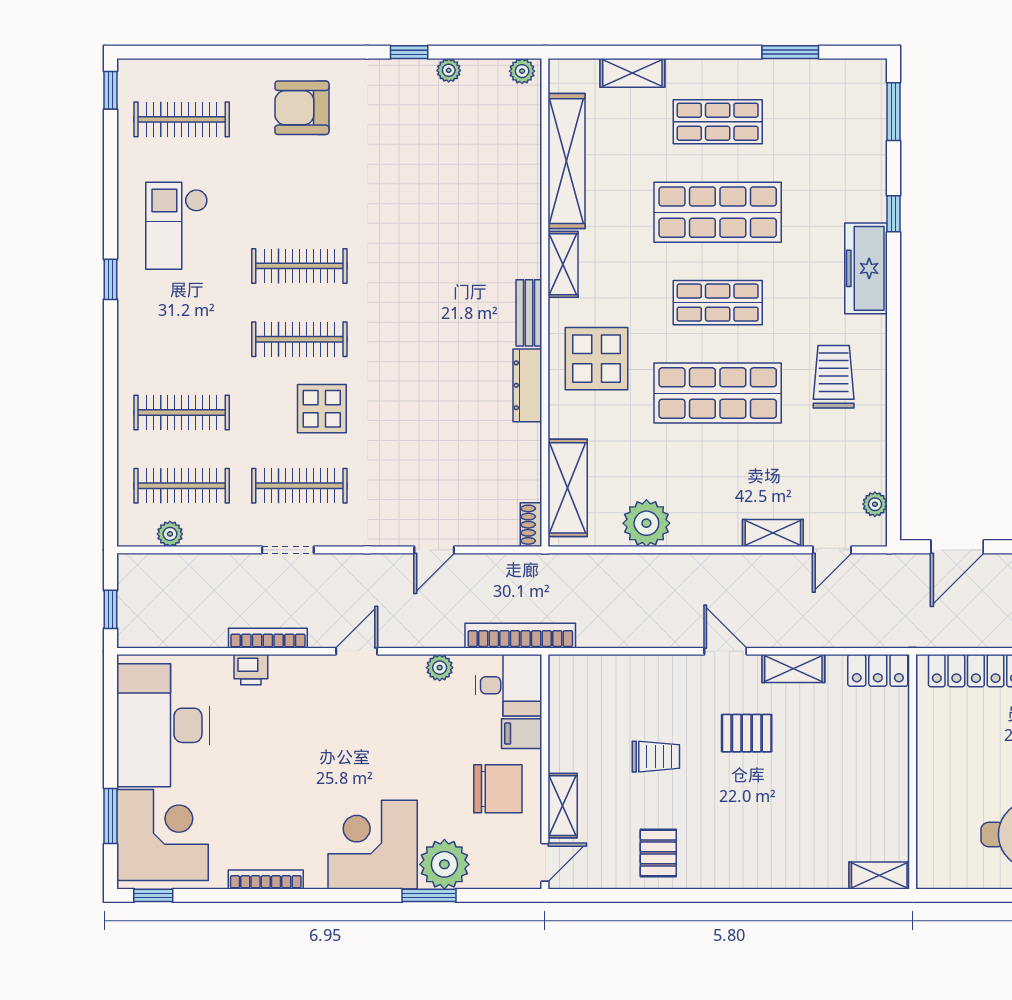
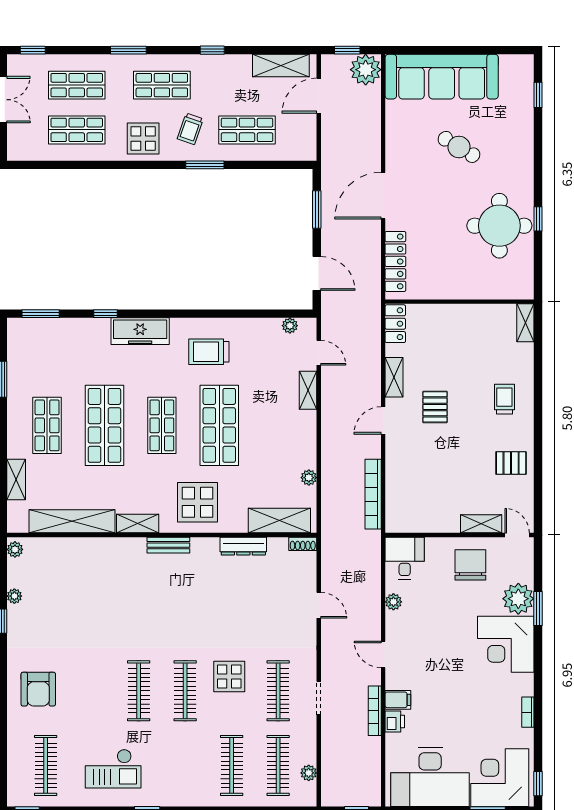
dresser: (527, 385) -> (243, 546), moved
plant: (646, 523) -> (309, 478), width x0.53, depth x0.53
bookcase: (520, 636) -> (373, 494), moved
filing cabinet: (522, 734) -> (398, 700), moved, turned -90
trolley: (656, 757) -> (504, 399), moved
bookcase: (266, 879) -> (528, 712), width x0.64

